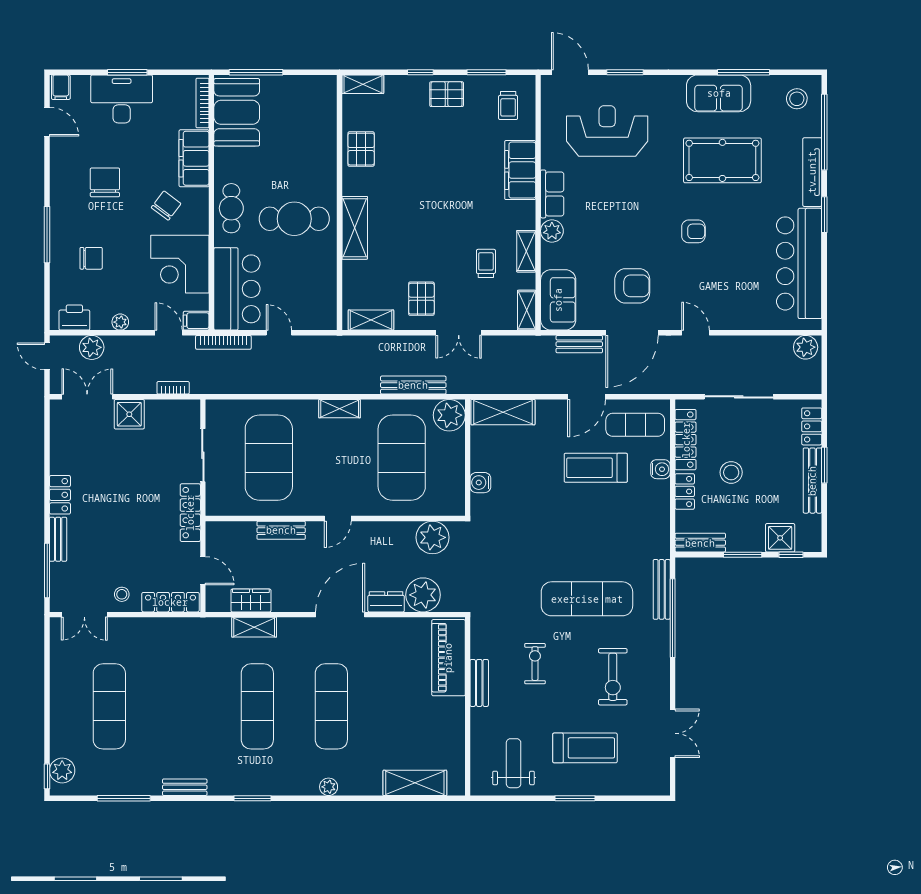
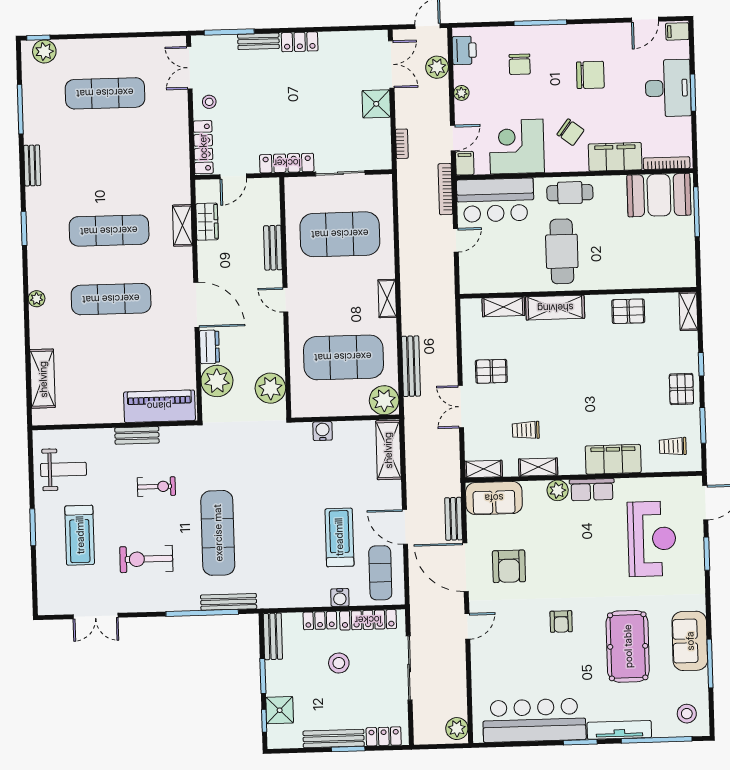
trolley: (486, 263) -> (526, 430), turned 180
shelving: (371, 320) -> (503, 307), moved, turned 90

